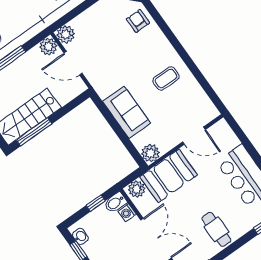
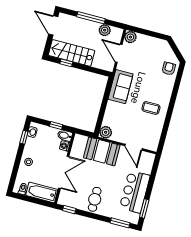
plant: (48, 47) -> (105, 30), moved
sofa: (127, 112) -> (121, 87), moved
window: (34, 132) -> (66, 63), width x0.46
plant: (137, 189) -> (81, 141), removed

